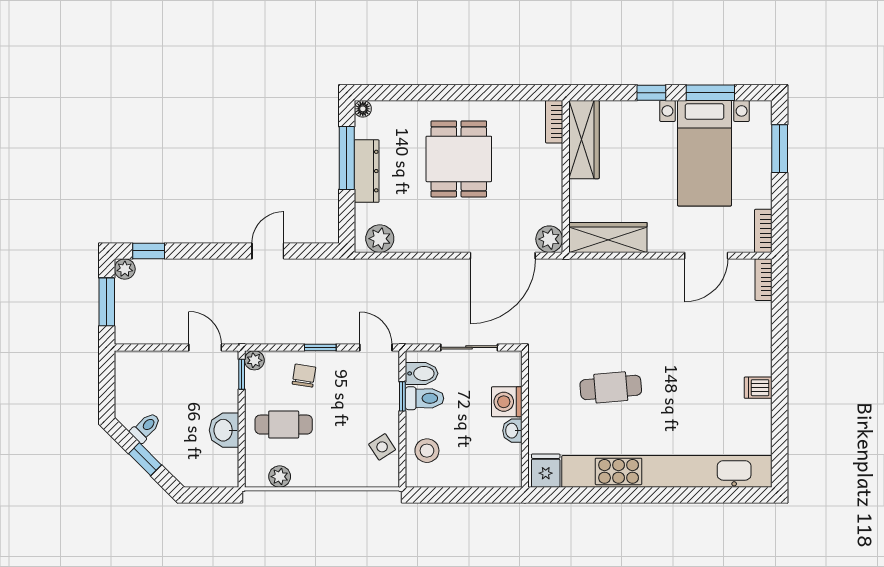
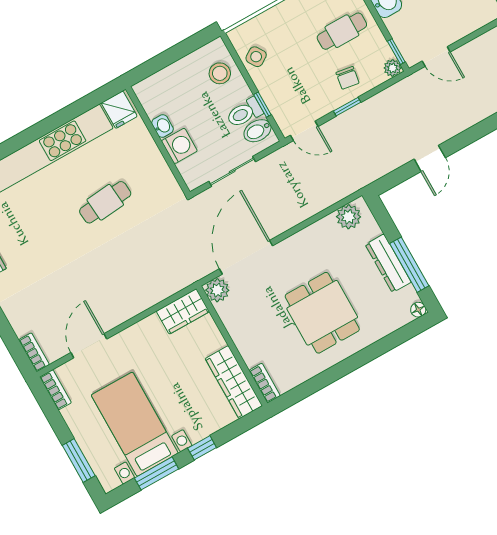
wardrobe: (608, 237) -> (183, 311), width x0.67

